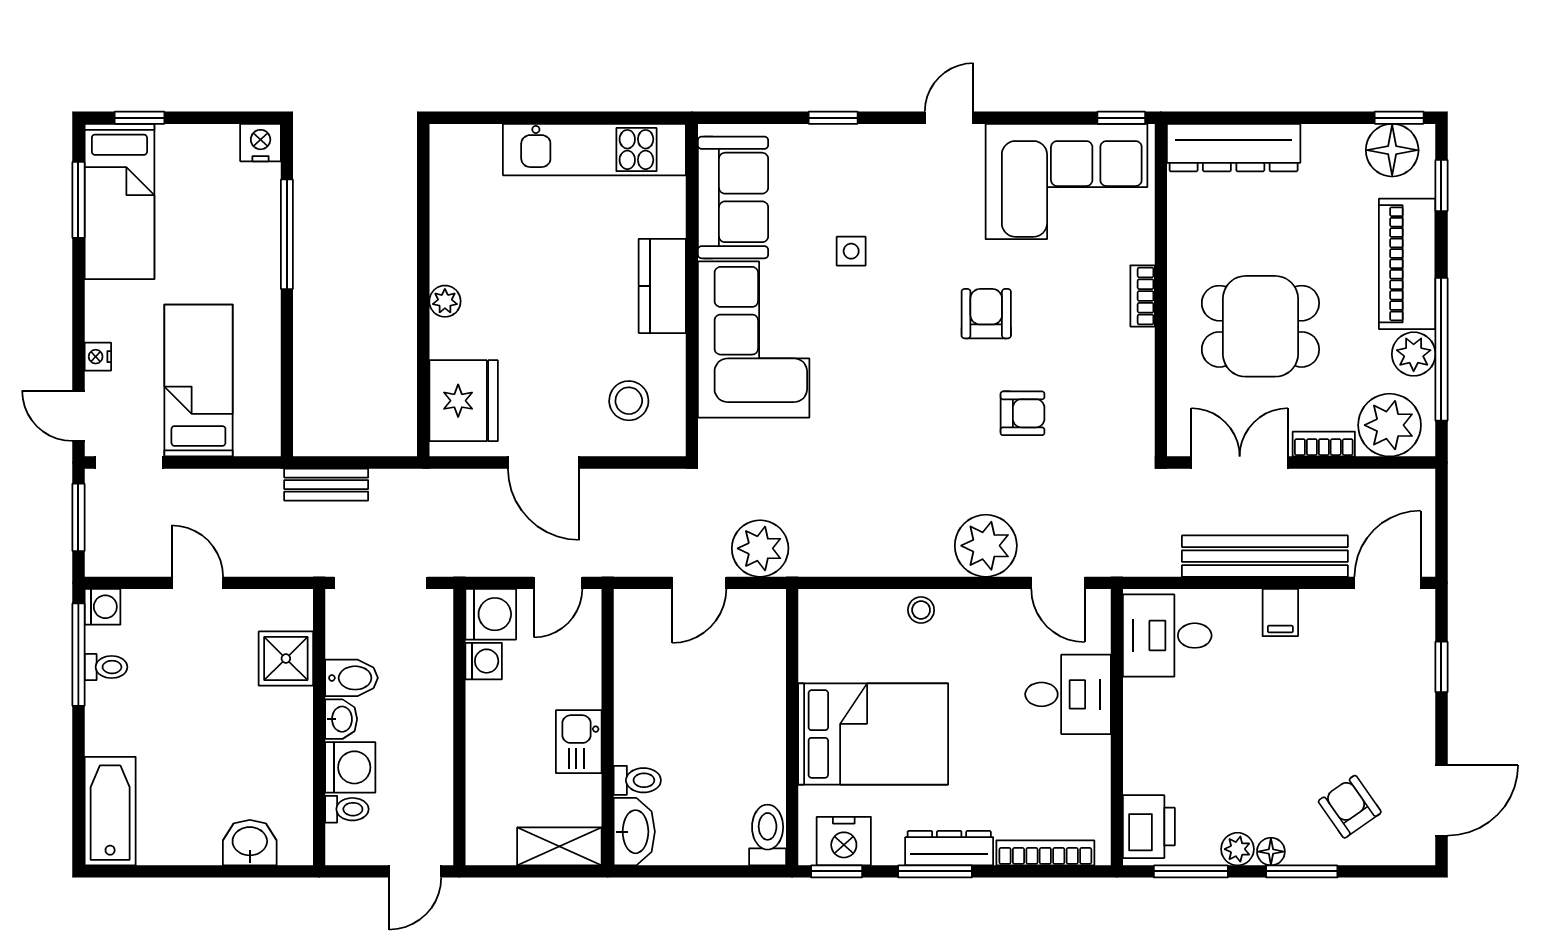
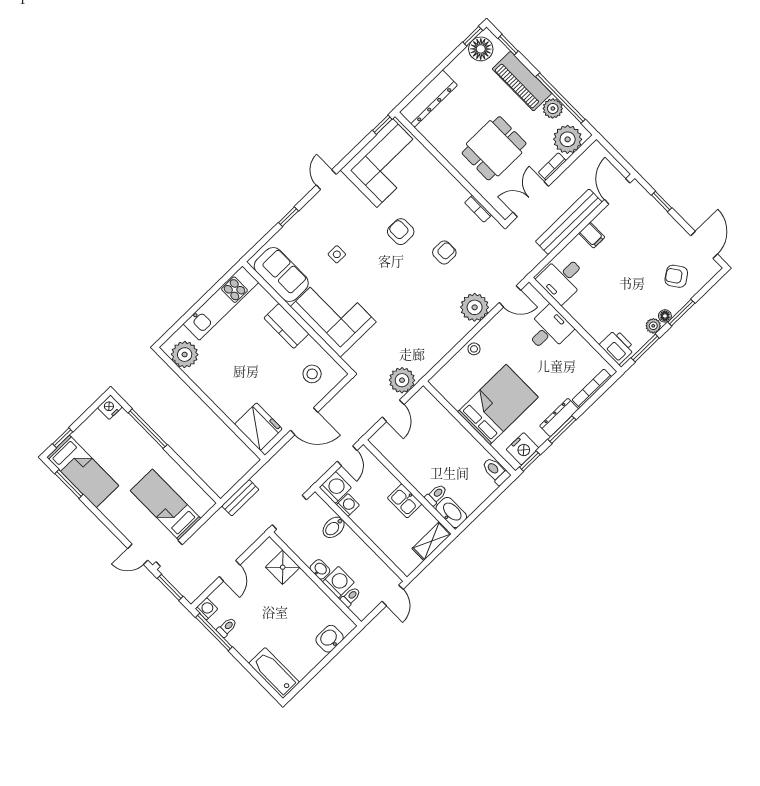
bookcase: (1143, 296) -> (478, 209), moved
plant: (445, 301) -> (185, 355), moved, width x1.88, depth x1.88
nightstand: (98, 357) -> (125, 529), removed
door: (197, 583) -> (230, 571), swing flipped
bidet: (351, 678) -> (334, 527), moved, turned 180

